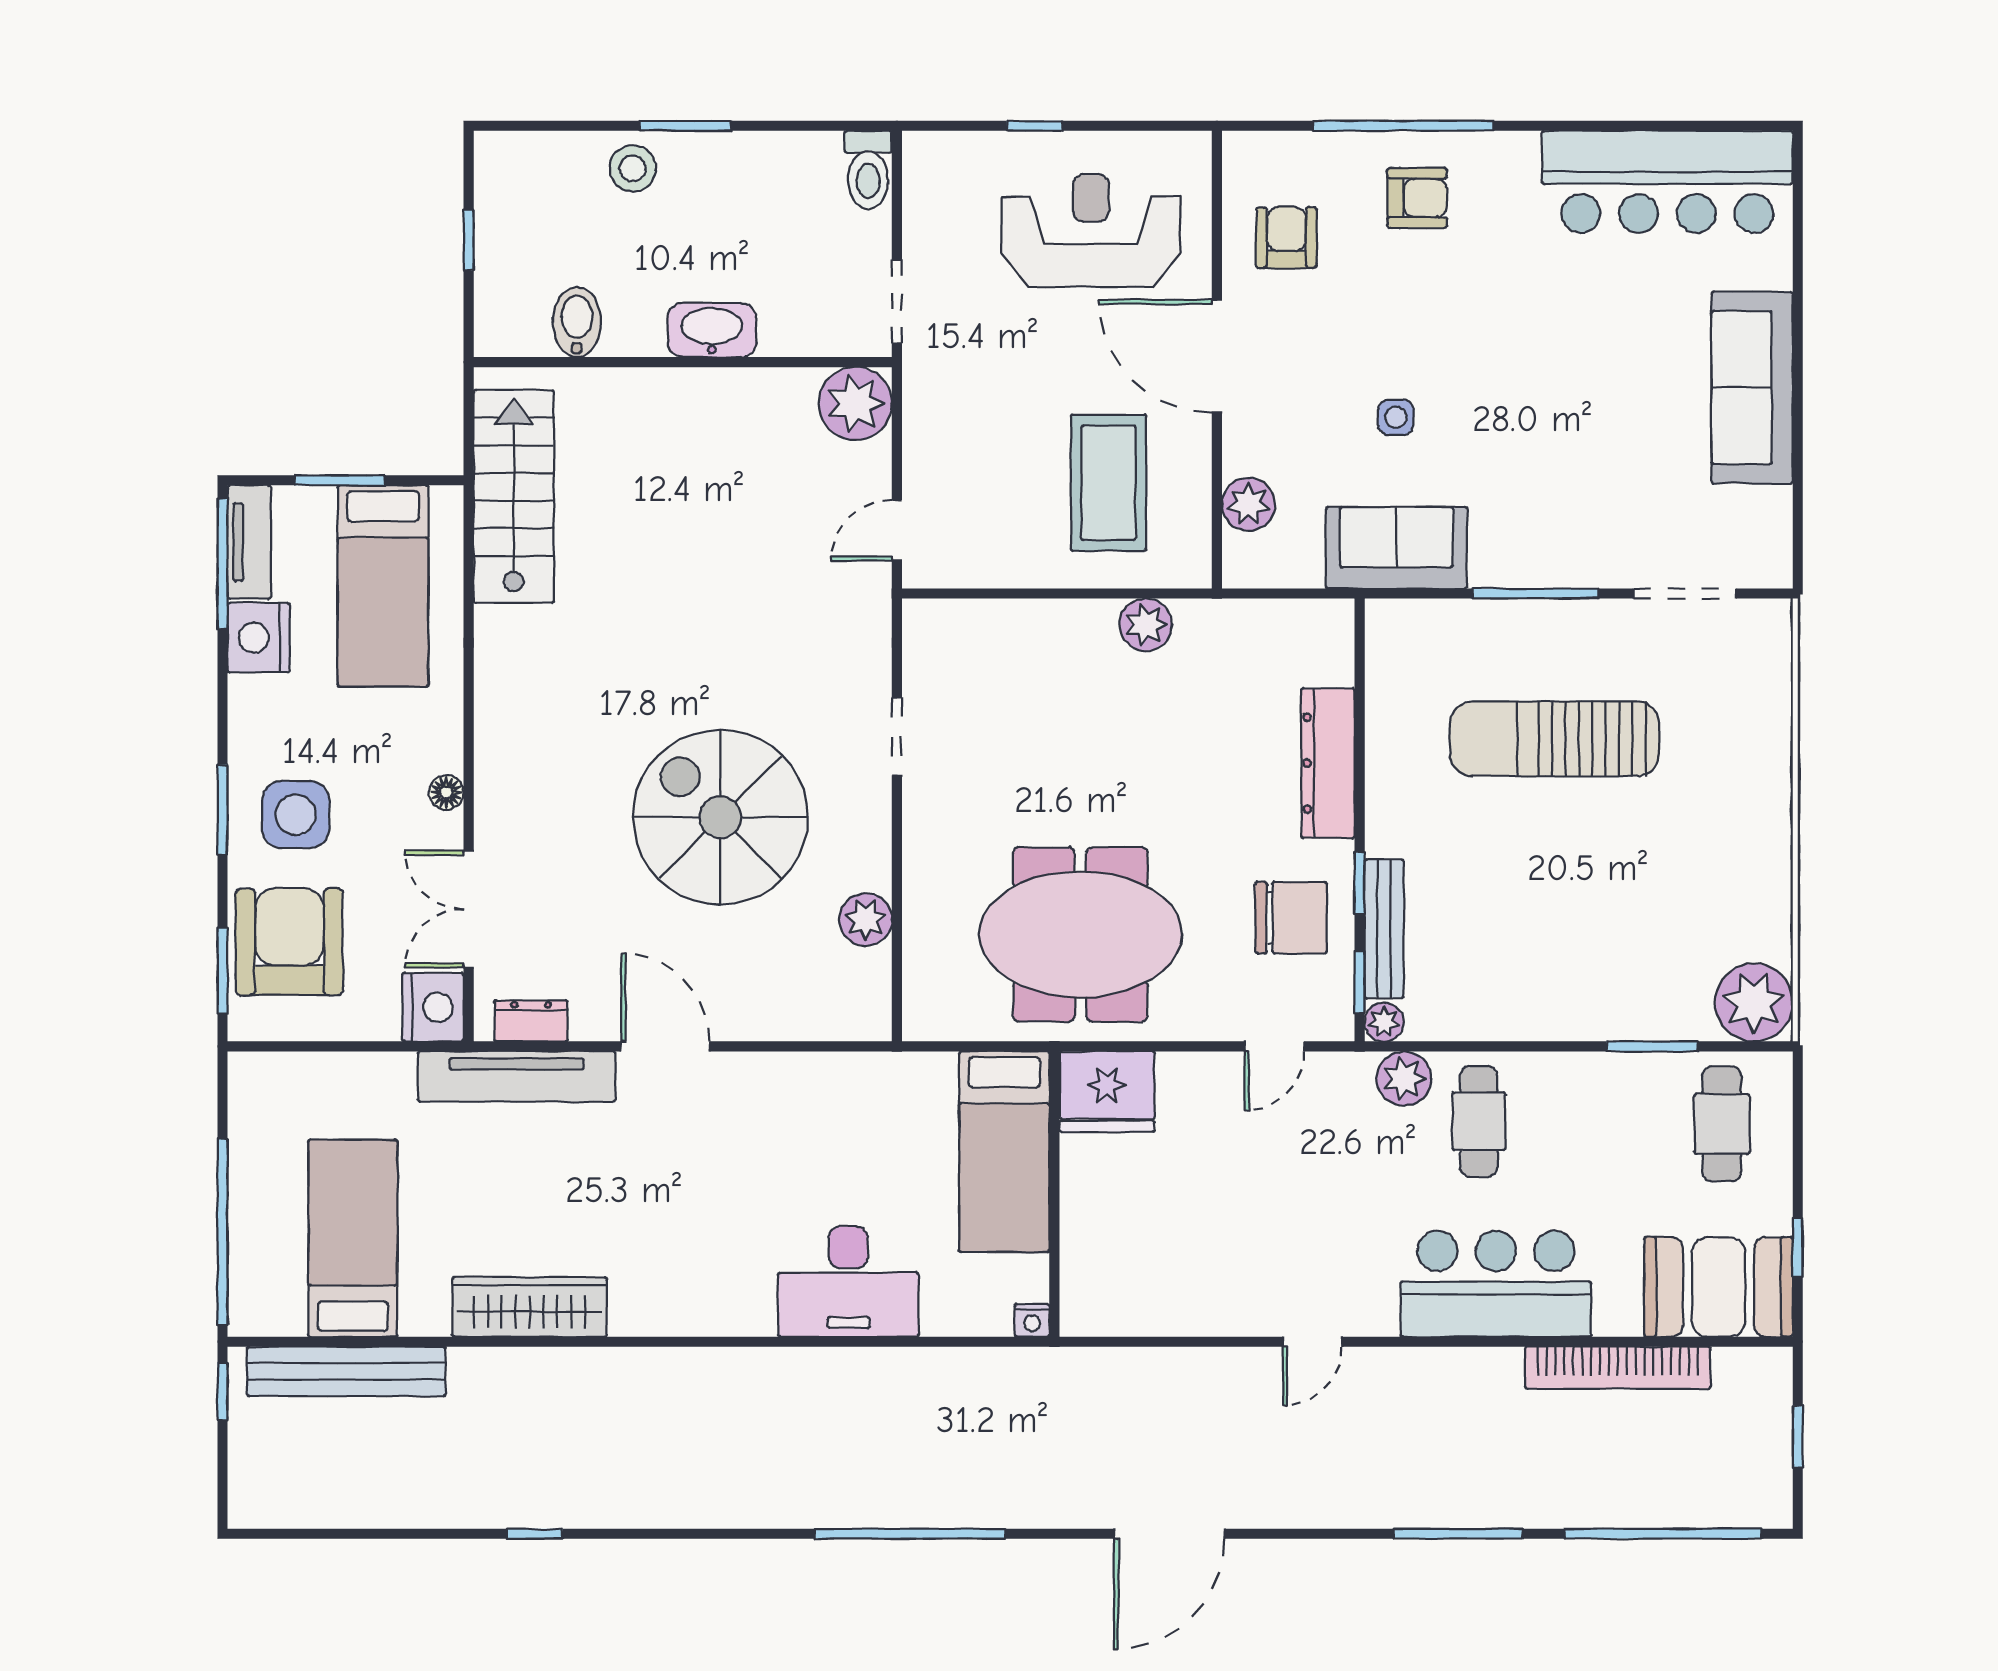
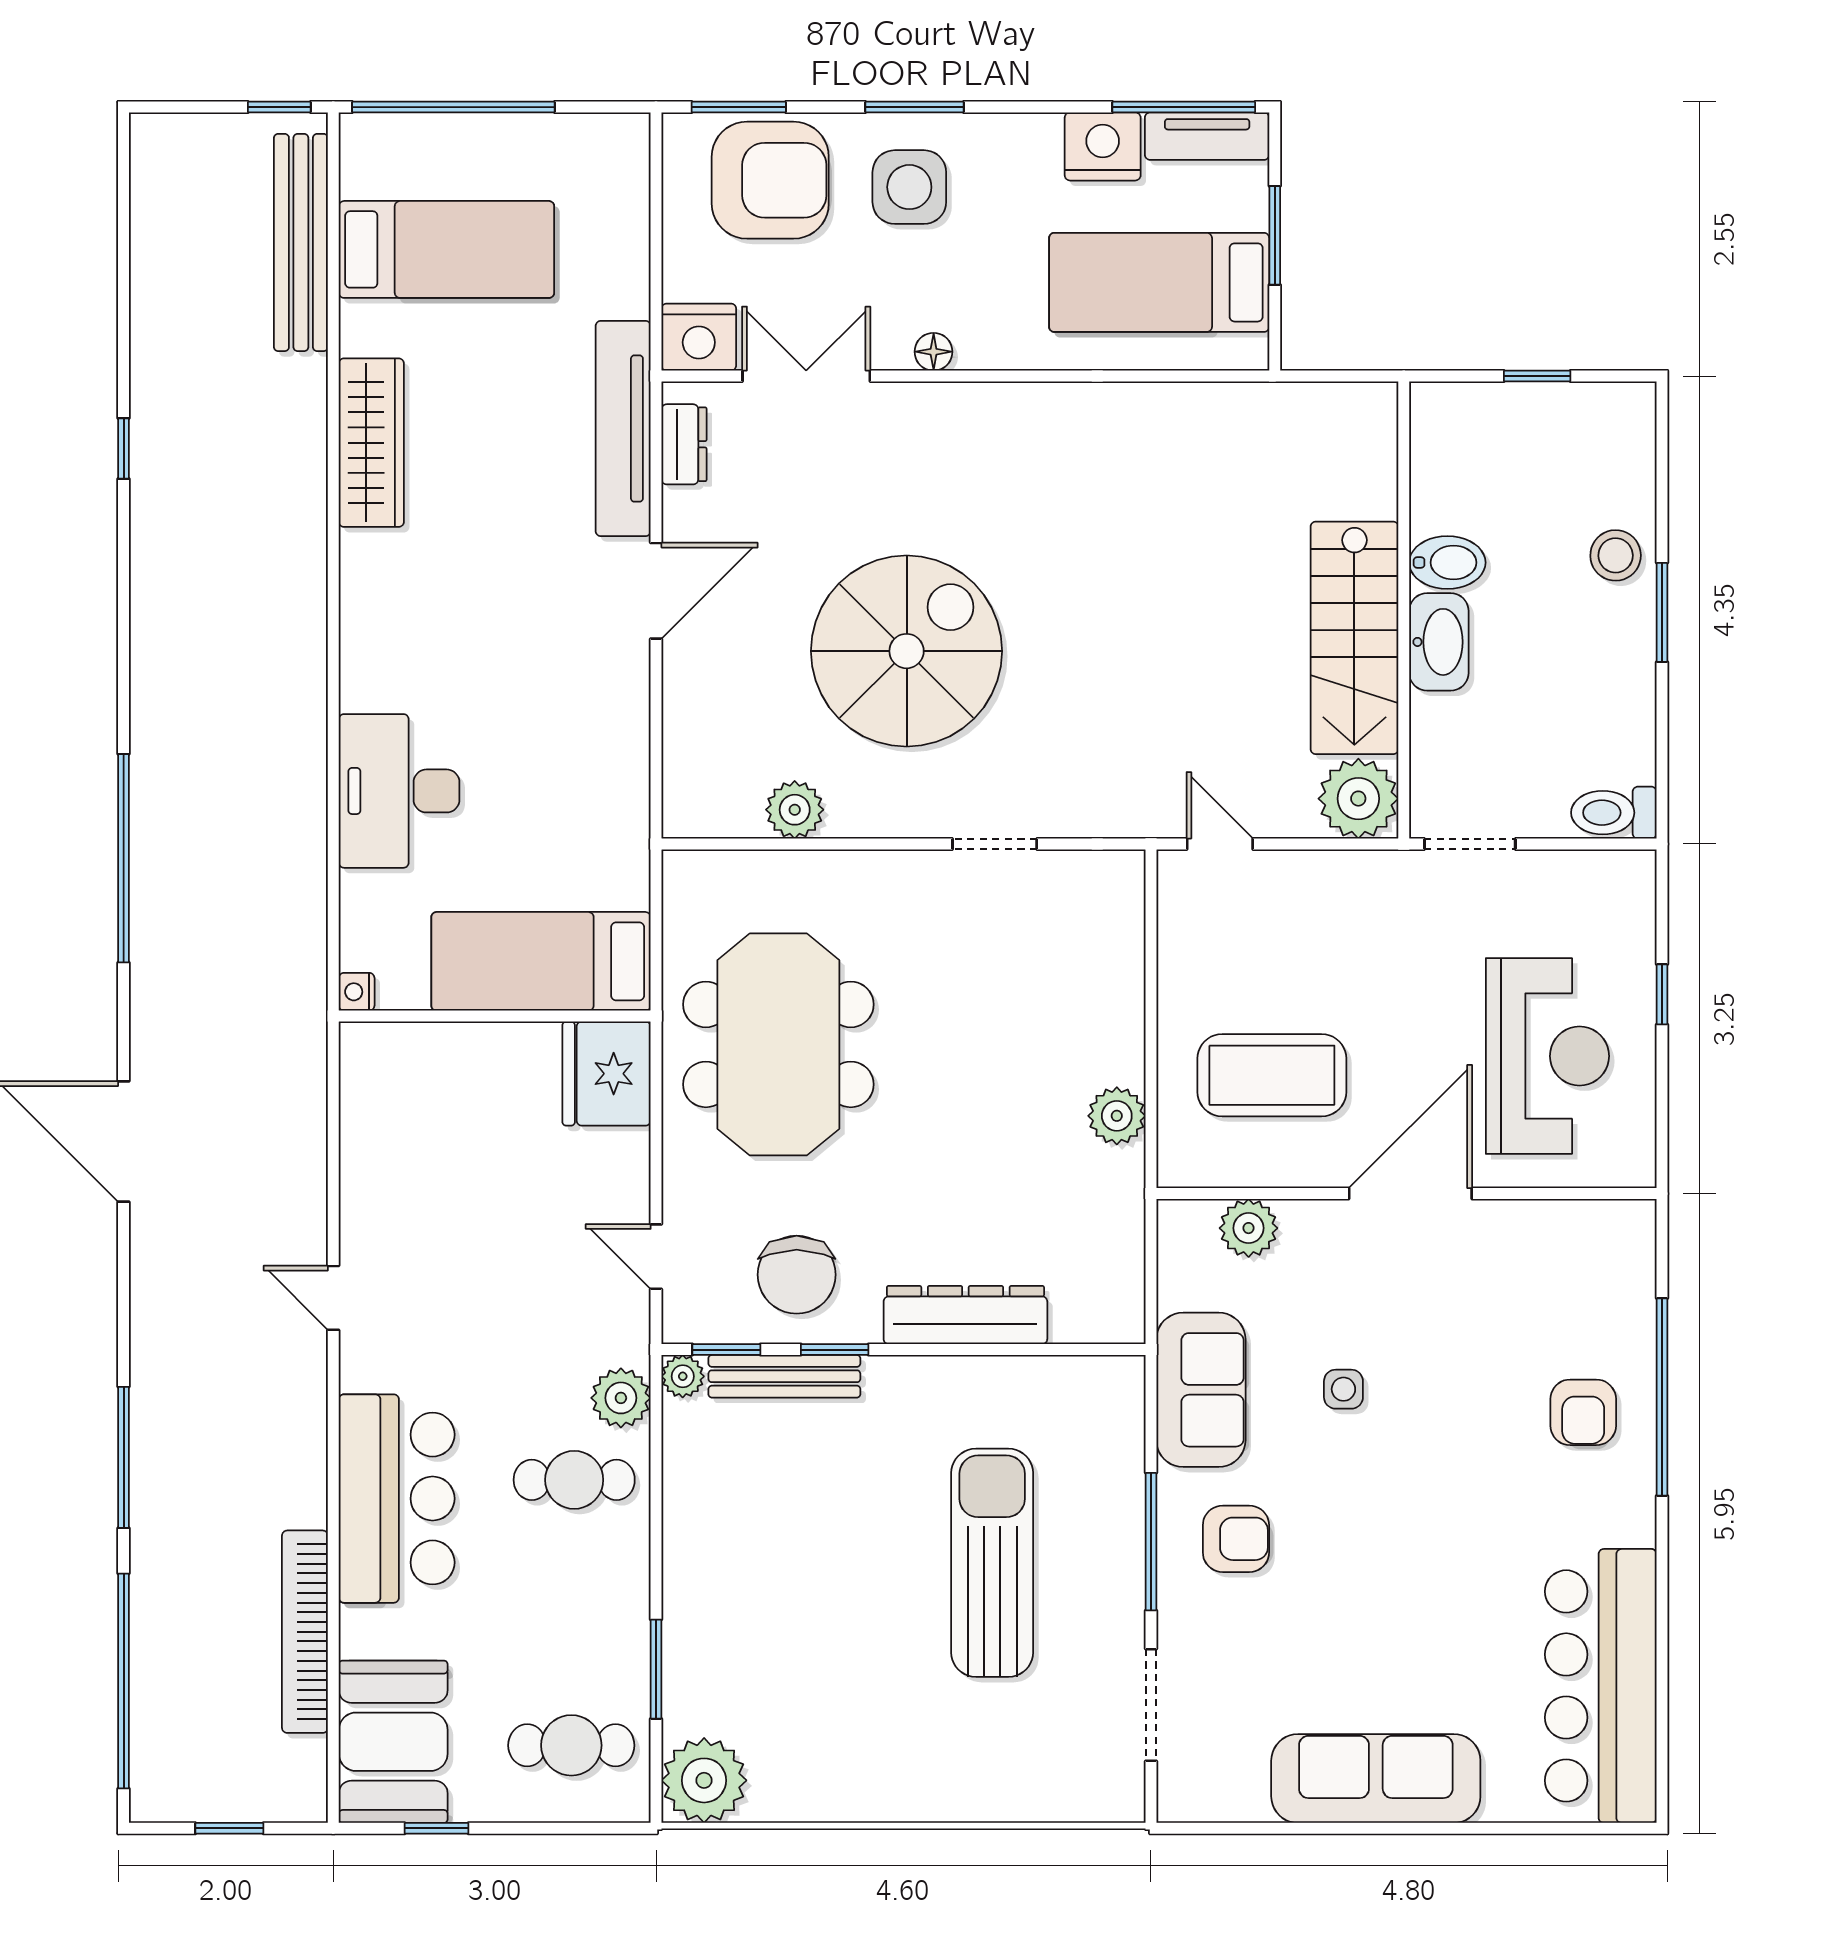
armchair: (1286, 238) -> (1236, 1539), moved
bidet: (577, 322) -> (1447, 563), moved
stairs: (514, 497) -> (1354, 638), moved, turned 90

